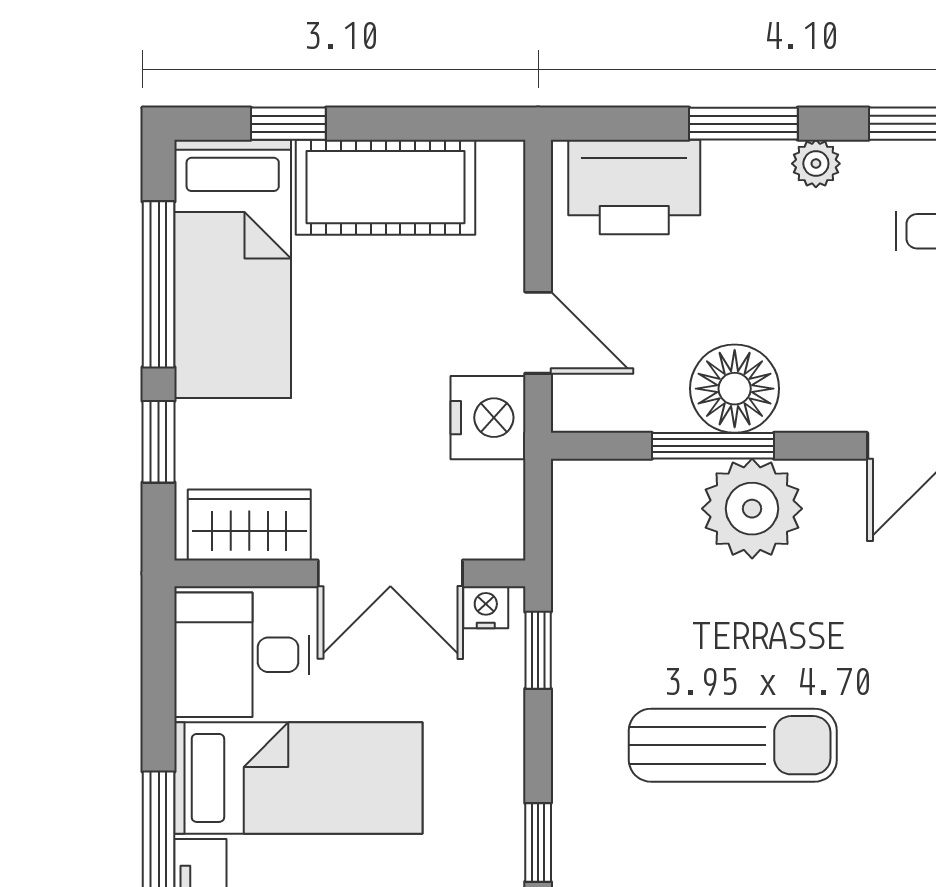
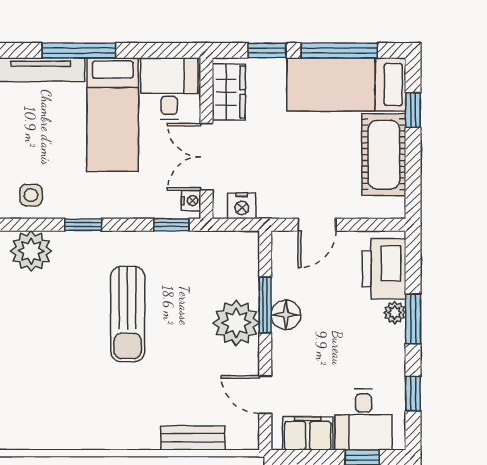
plant: (816, 164) -> (395, 312), moved
floor lamp: (735, 389) -> (286, 315), width x0.73, depth x0.73
nightstand: (488, 418) -> (242, 206), moved, width x0.74, depth x0.75

